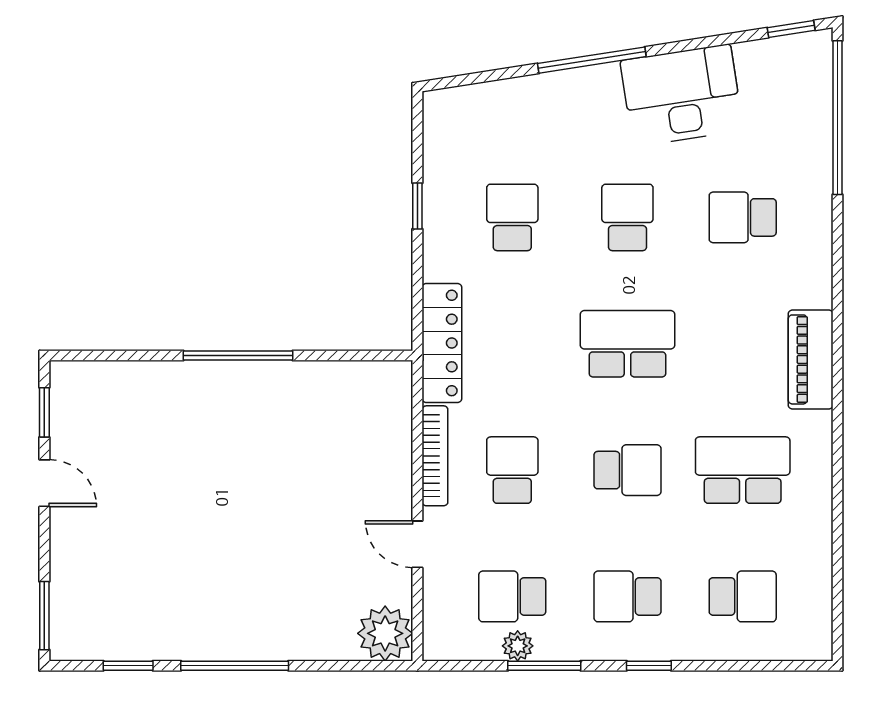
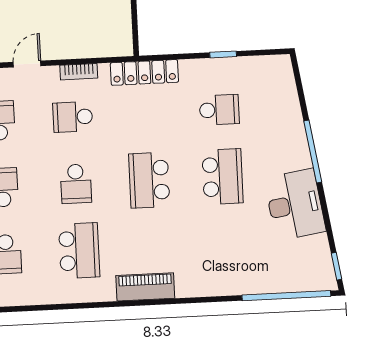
school desk: (627, 217) -> (223, 177), width x1.85
school desk: (743, 217) -> (226, 243), removed
school desk: (627, 344) -> (149, 180), turned 180
bookcase: (435, 456) -> (79, 72), width x0.64
school desk: (512, 470) -> (73, 117), turned 180

